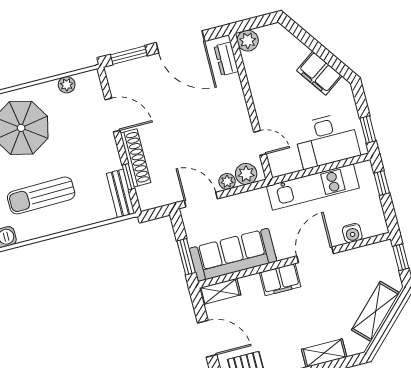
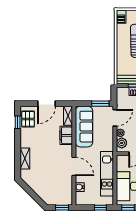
window: (186, 257) -> (100, 104), moved
filing cabinet: (280, 280) -> (66, 135), moved
shelving: (376, 311) -> (39, 189), removed

